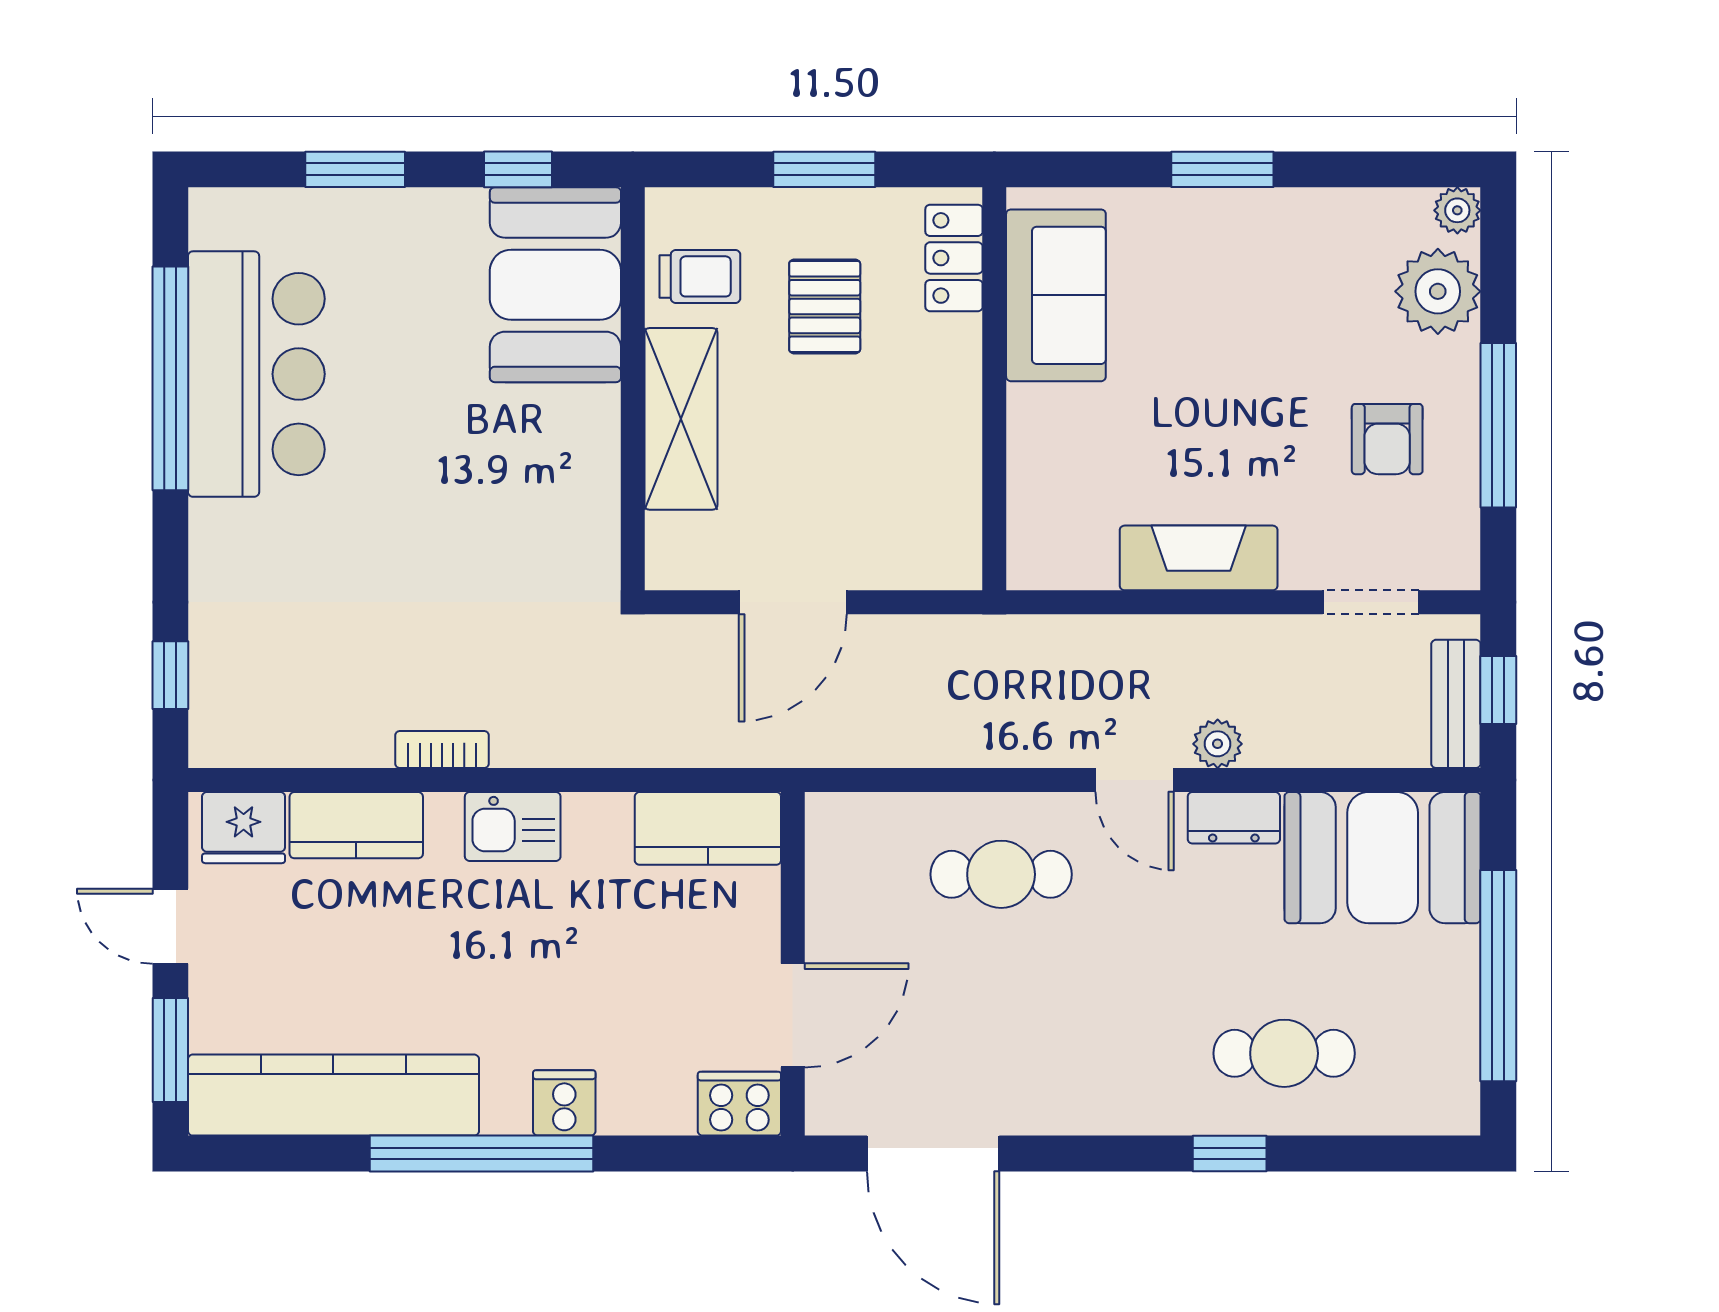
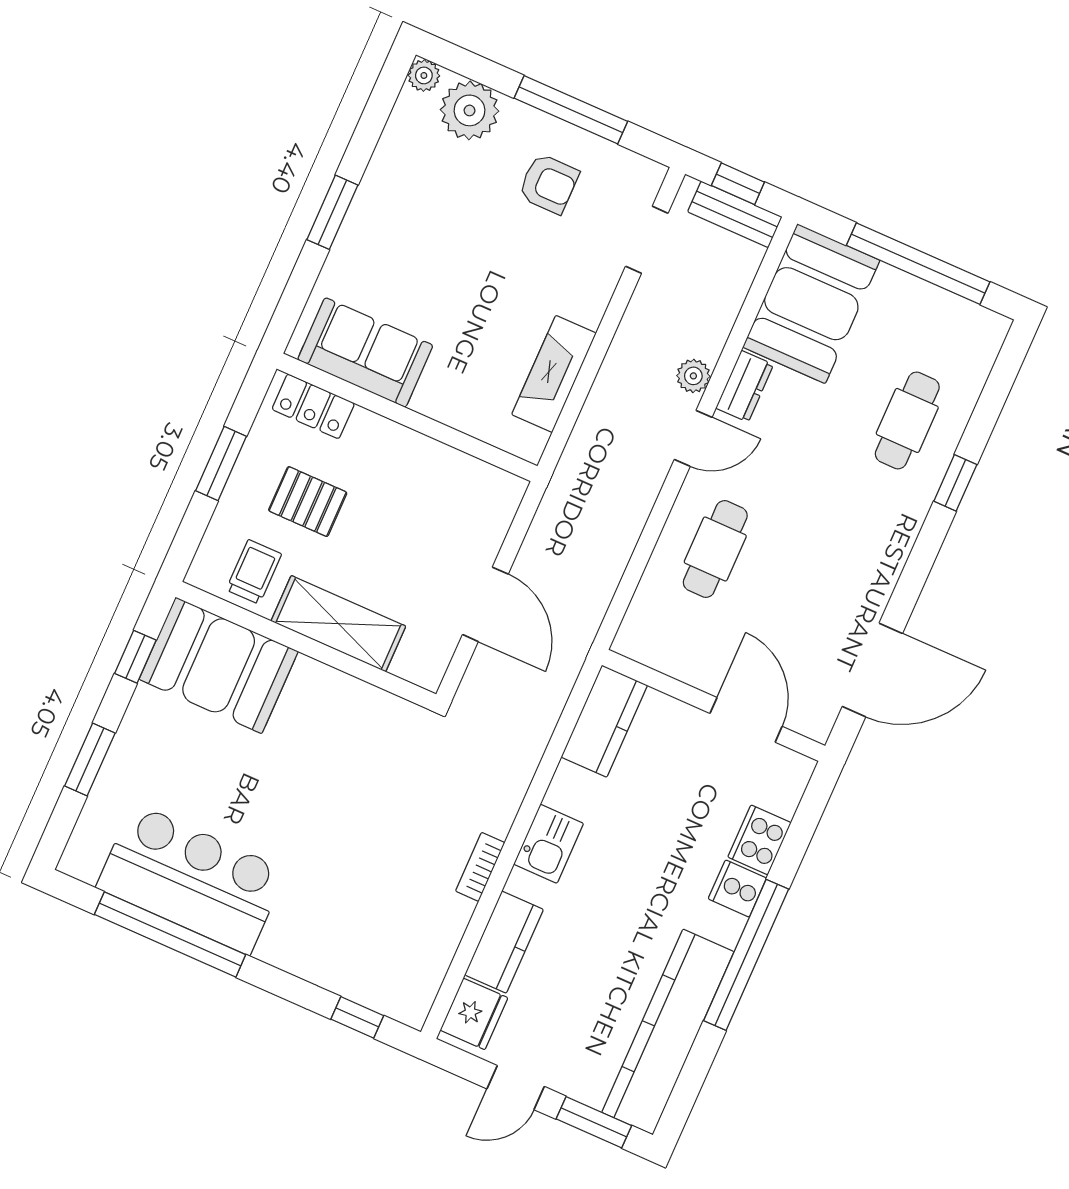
fireplace: (1199, 558) -> (554, 374), moved
cooker: (739, 1104) -> (759, 840), moved

